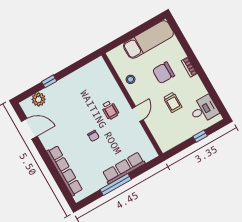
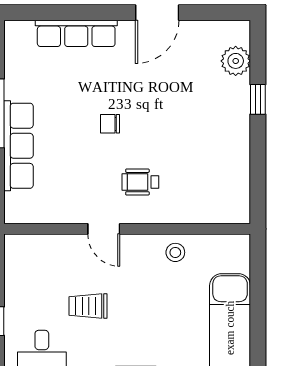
chair: (163, 73) -> (152, 320), removed
door: (29, 129) -> (157, 13), moved
row of seats: (65, 171) -> (76, 33), width x0.73

